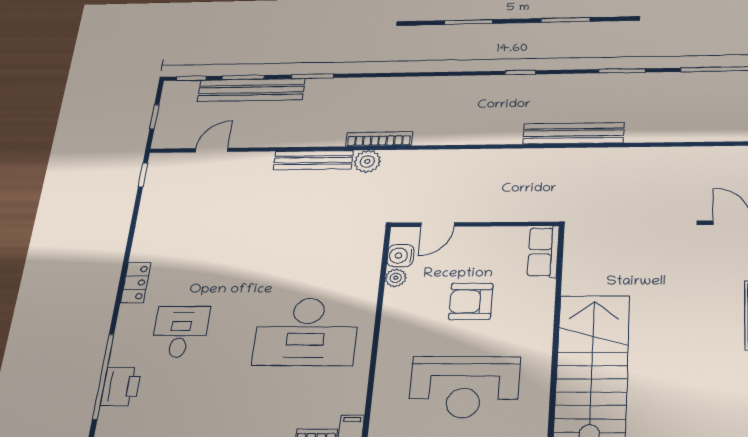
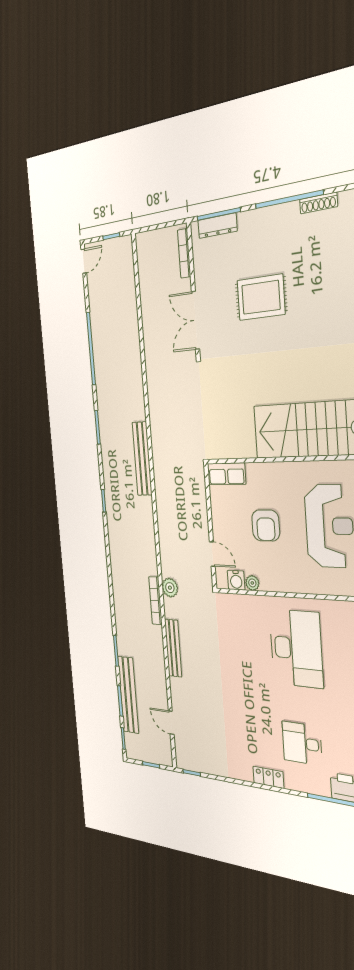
plant: (367, 161) -> (170, 588), moved

